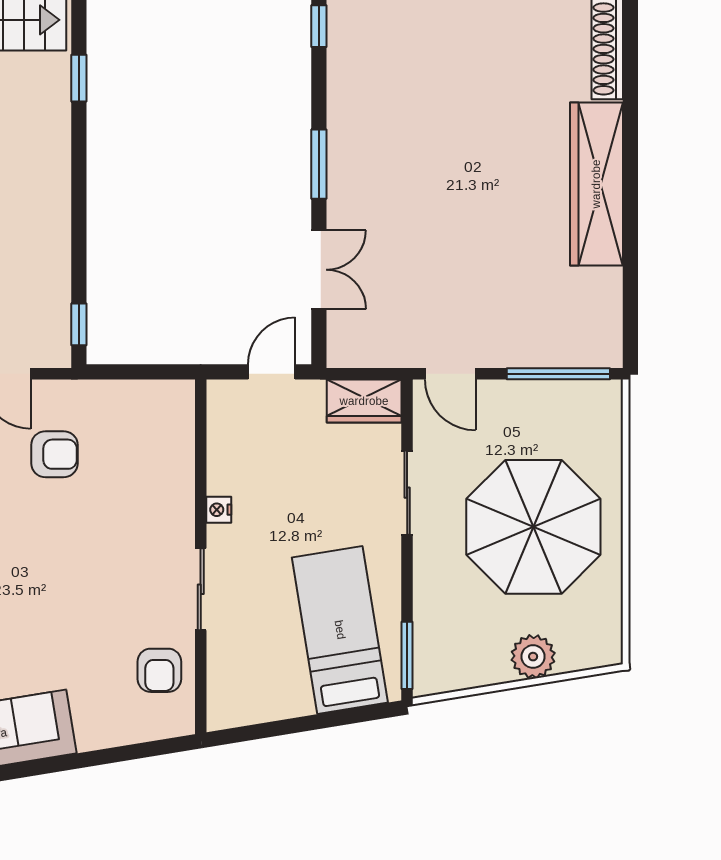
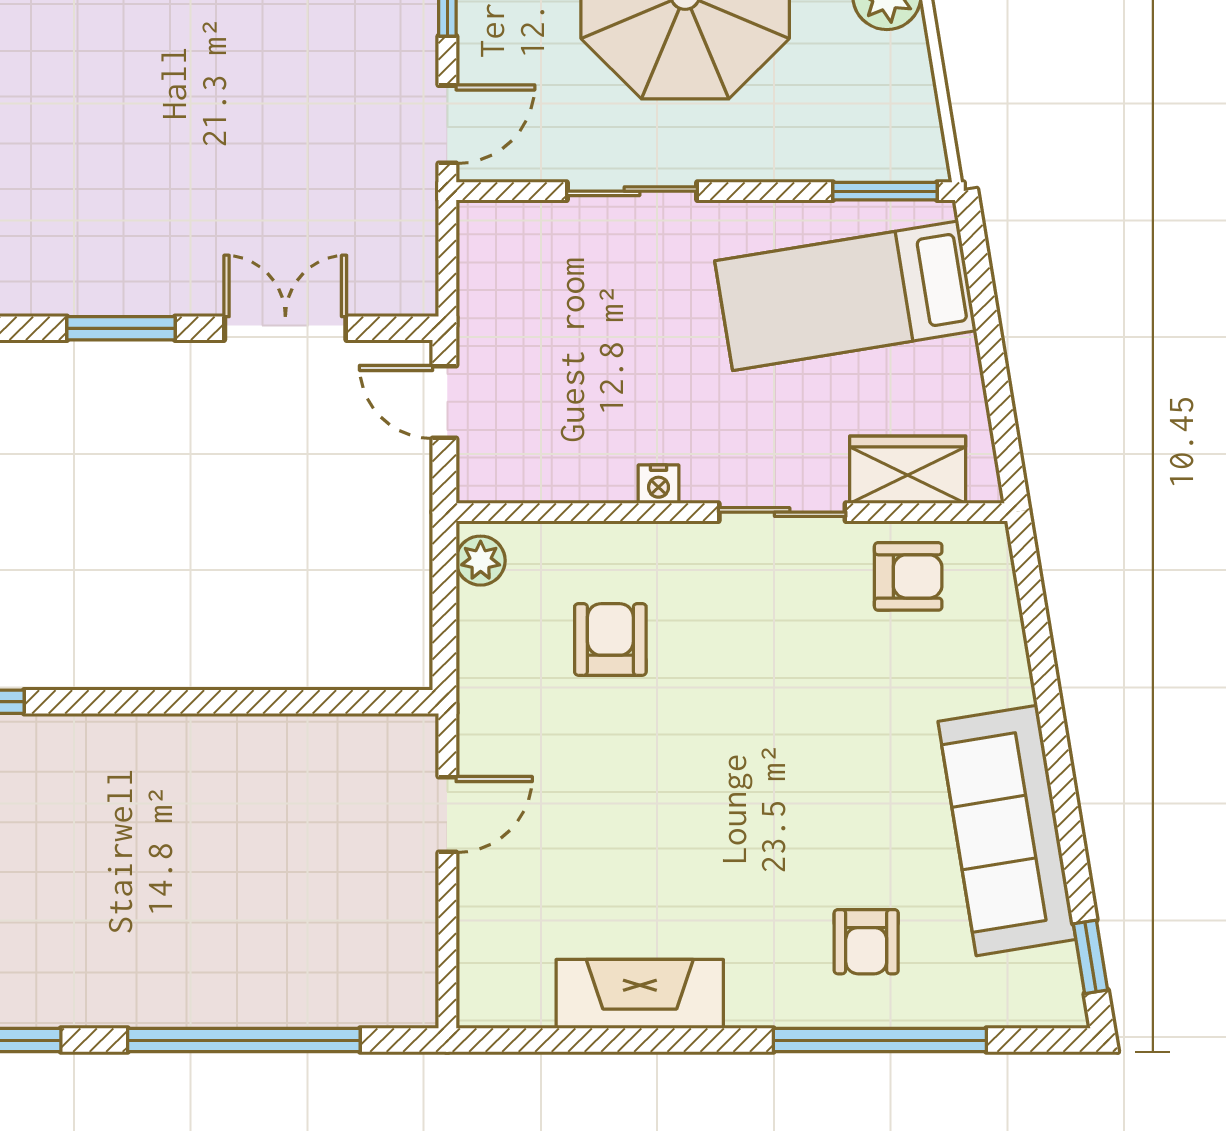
window: (79, 324) -> (370, 702), removed
plant: (170, 395) -> (481, 561), added
wardrobe: (364, 401) -> (908, 470), moved, turned -90
armchair: (54, 454) -> (610, 639), moved

